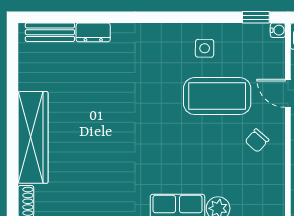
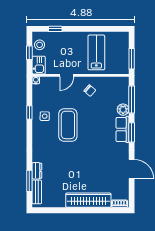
window: (73, 17) -> (29, 181), added
window: (256, 17) -> (29, 112), moved
coffee table: (217, 96) -> (68, 125), moved

